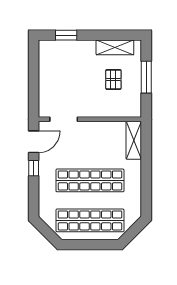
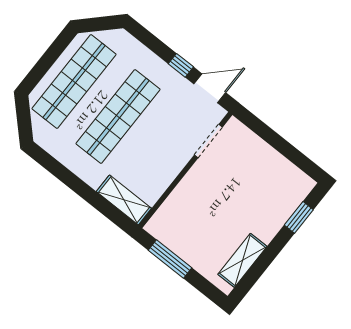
window: (146, 77) -> (170, 259), moved
pallet: (113, 79) -> (209, 231), removed
door: (34, 142) -> (210, 88), swing flipped

